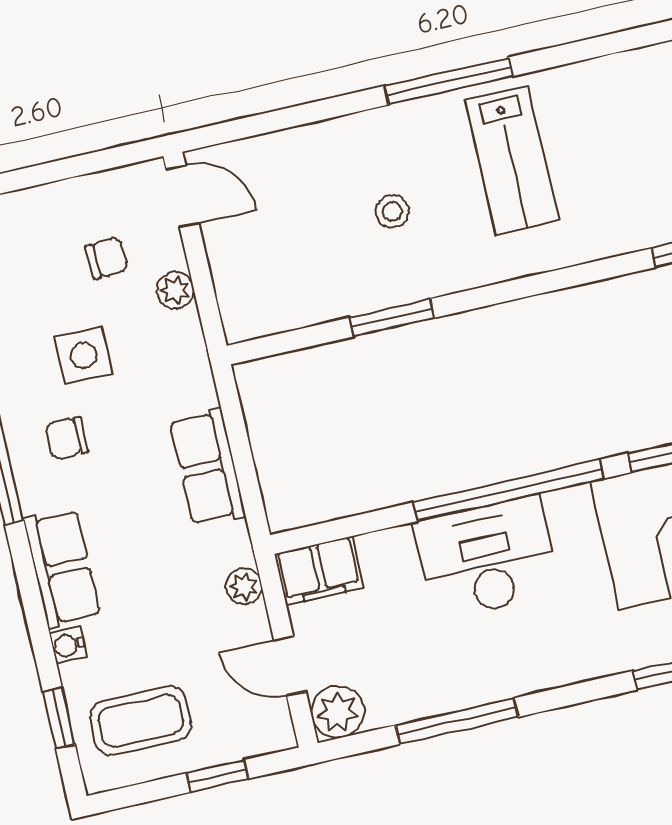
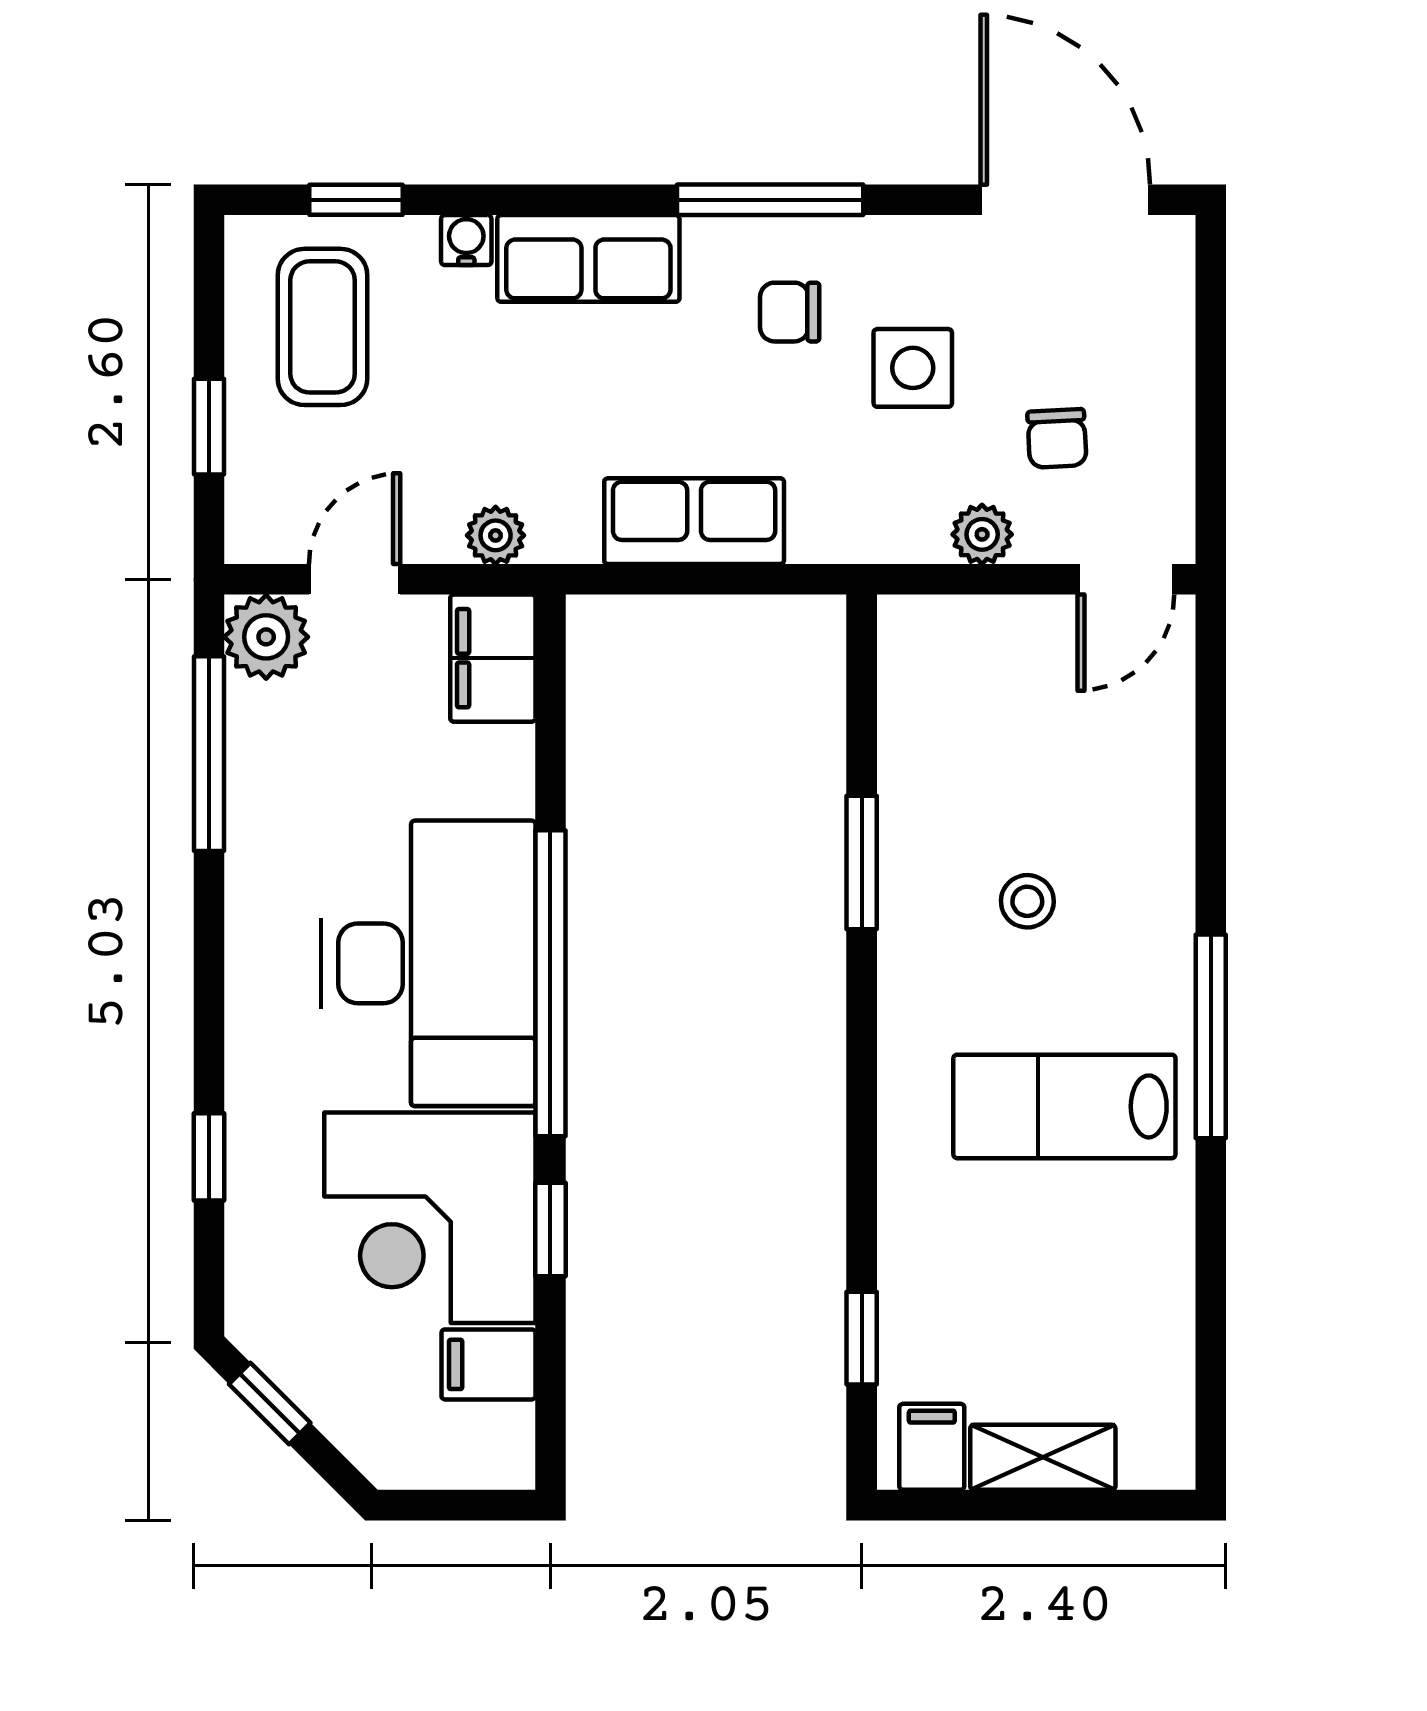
chair: (67, 438) -> (790, 312), turned -90
desk: (487, 558) -> (428, 963), width x1.36, depth x1.30
window: (457, 721) -> (209, 754), moved

